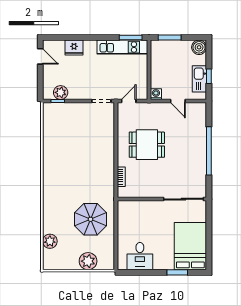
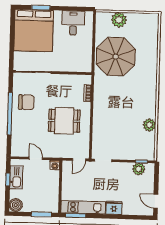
fridge: (74, 48) -> (114, 208), moved
chair: (190, 164) -> (26, 102), added
parasol: (90, 219) -> (116, 57), width x1.36, depth x1.36
plant: (50, 241) -> (149, 125), moved
bed: (190, 246) -> (34, 30), width x1.36

